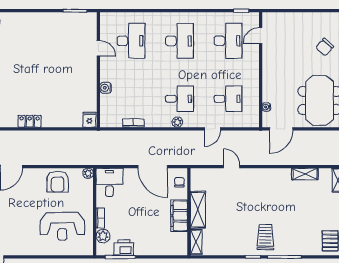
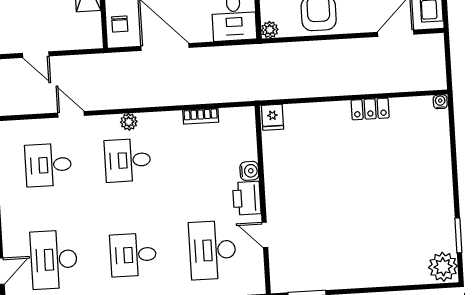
desk: (179, 41) -> (133, 255), width x0.73
printer: (108, 71) -> (247, 198), added
door: (212, 129) -> (71, 114), hinge flipped

